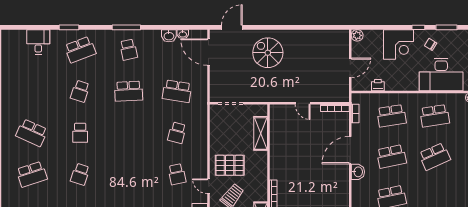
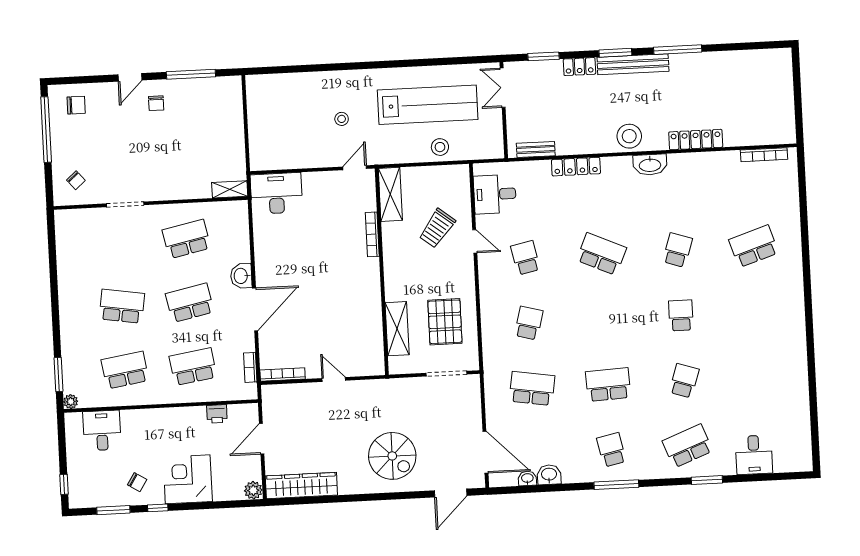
wardrobe: (326, 37) -> (301, 486), added
desk: (441, 75) -> (102, 430), width x0.53, depth x0.77
school desk: (32, 133) -> (601, 254), moved
school desk: (435, 156) -> (122, 306), turned 33
pallet: (230, 165) -> (445, 322), moved, turned 90

